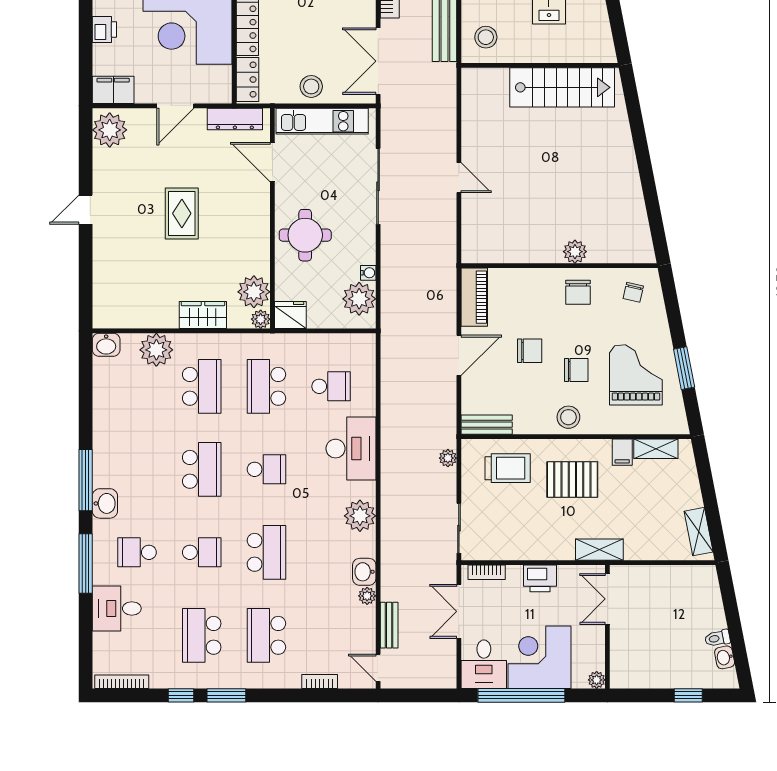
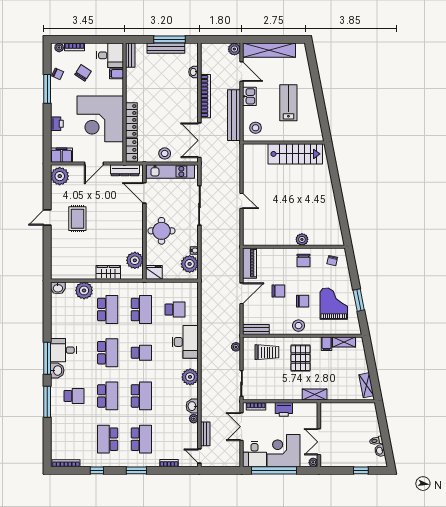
rug: (182, 213) -> (77, 219), moved
plant: (261, 319) -> (138, 275), removed
school desk: (266, 386) -> (141, 310), turned 180
pallet: (572, 479) -> (301, 358), turned 90
school desk: (137, 552) -> (74, 396), turned 180
school desk: (202, 552) -> (108, 396), width x1.85
double door: (607, 599) -> (319, 442), moved
desk: (117, 608) -> (63, 350), moved
school desk: (266, 635) -> (141, 439), turned 180
window: (226, 695) -> (136, 470), moved

